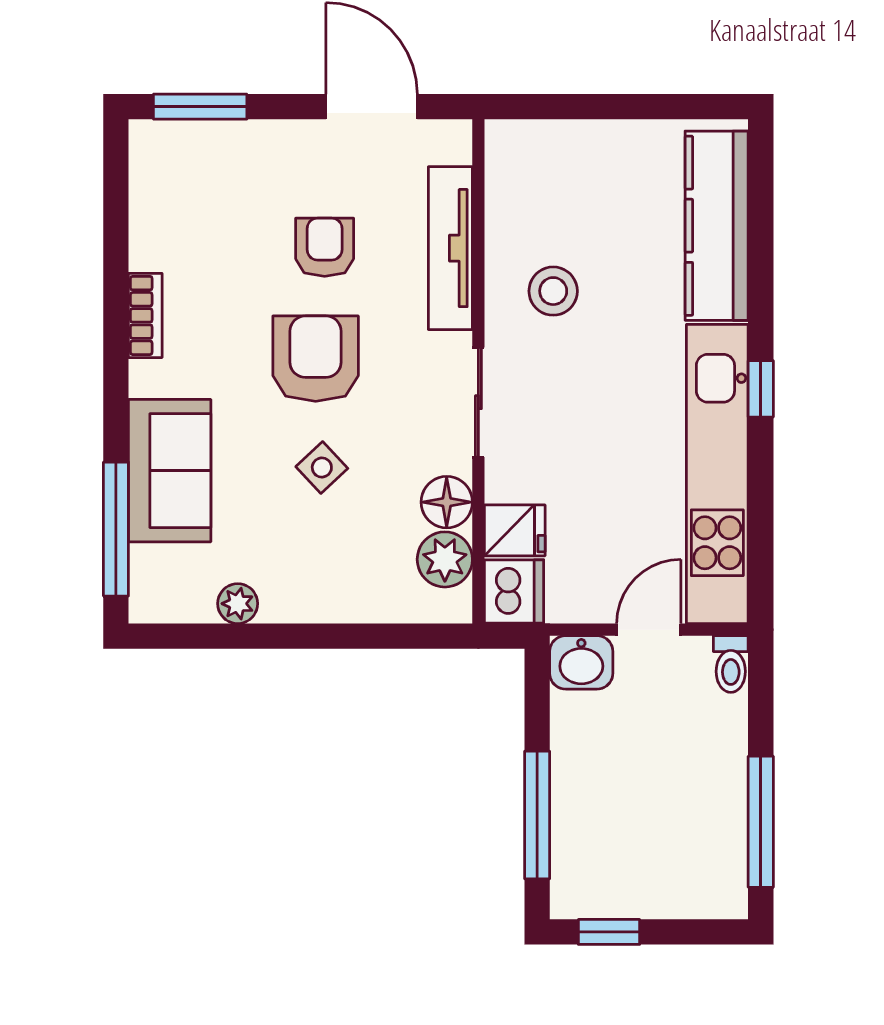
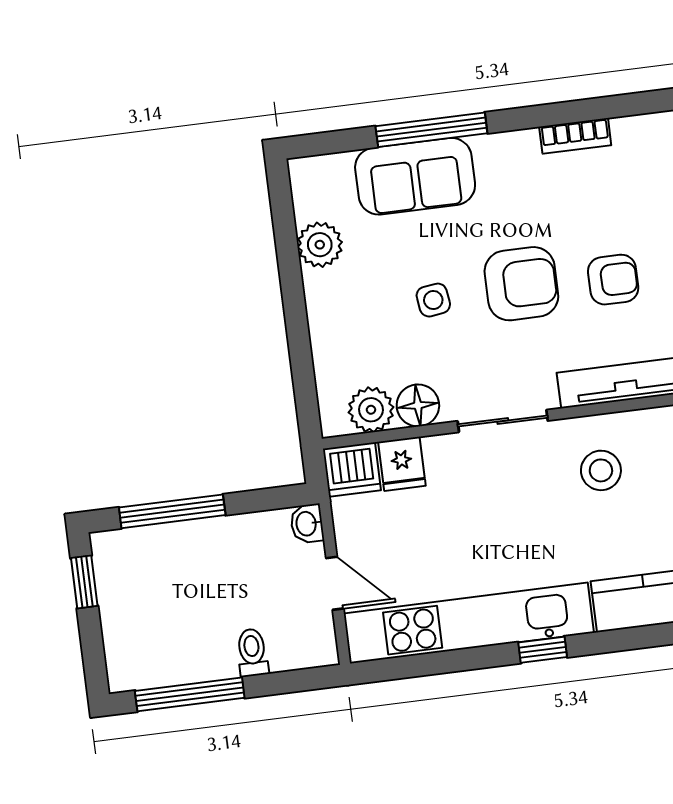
bookcase: (145, 315) -> (575, 136), moved
side table: (322, 468) -> (433, 300), turned 35
window: (116, 529) -> (431, 130), moved
plant: (238, 604) -> (320, 245), width x1.38, depth x1.38
washbasin: (581, 662) -> (307, 524), width x0.72, depth x0.69
toilet: (731, 664) -> (252, 653), moved, turned 90

